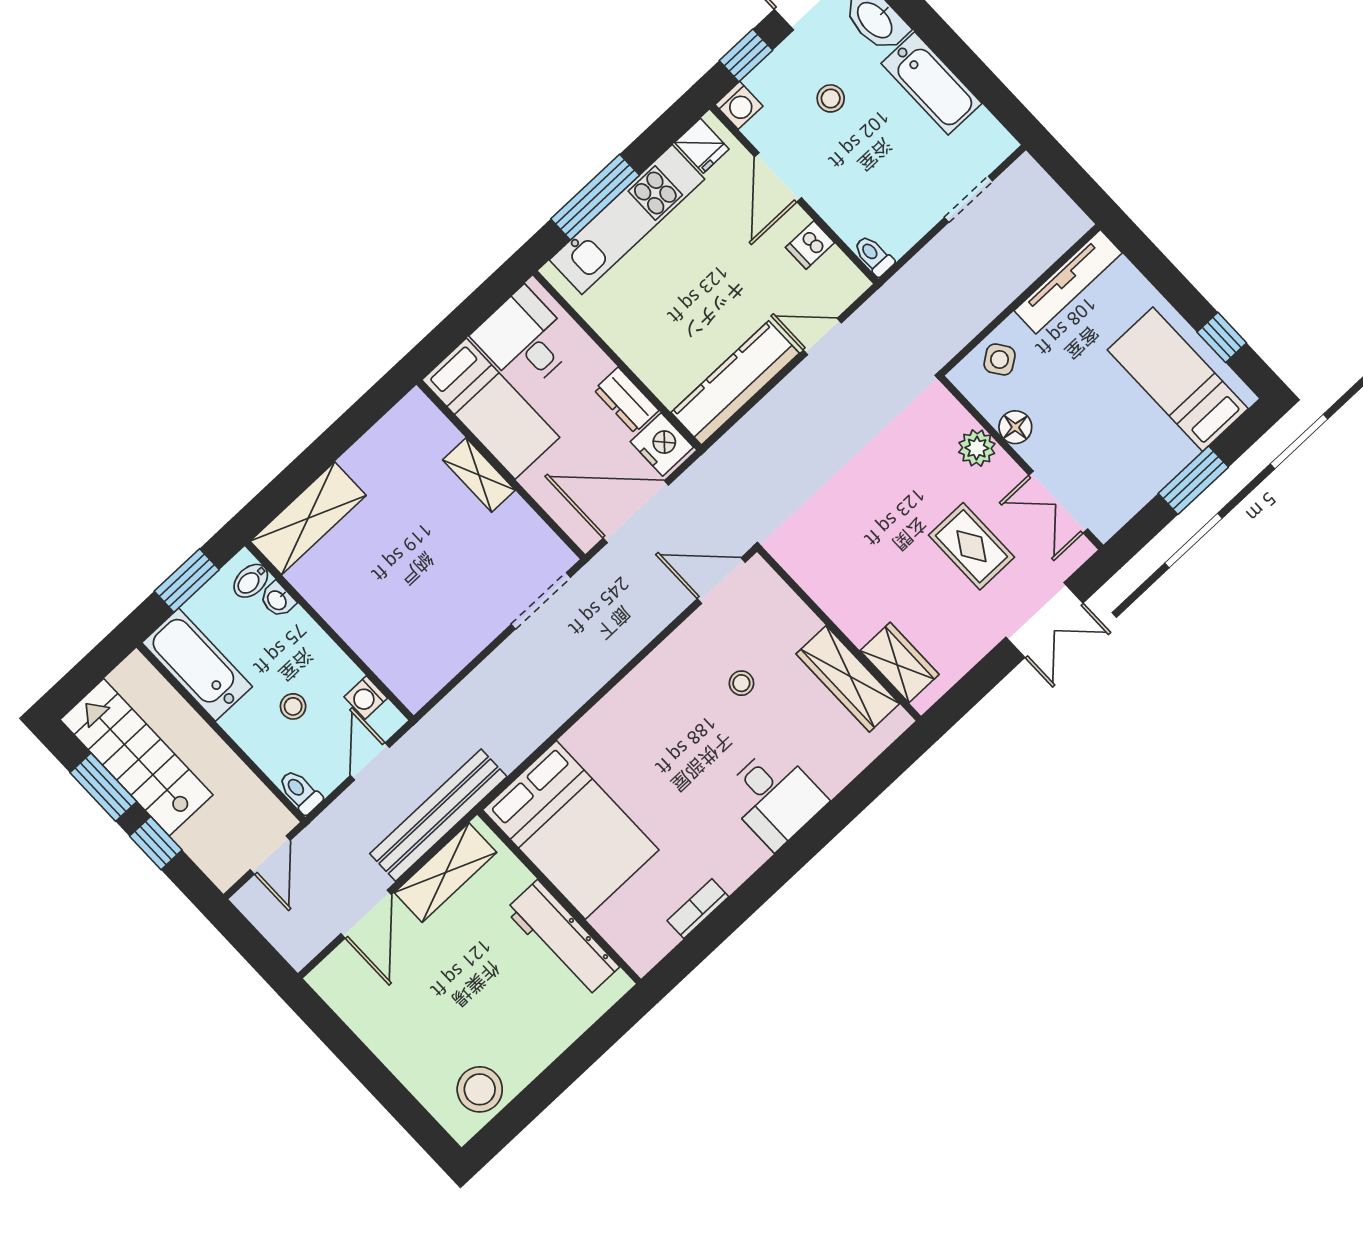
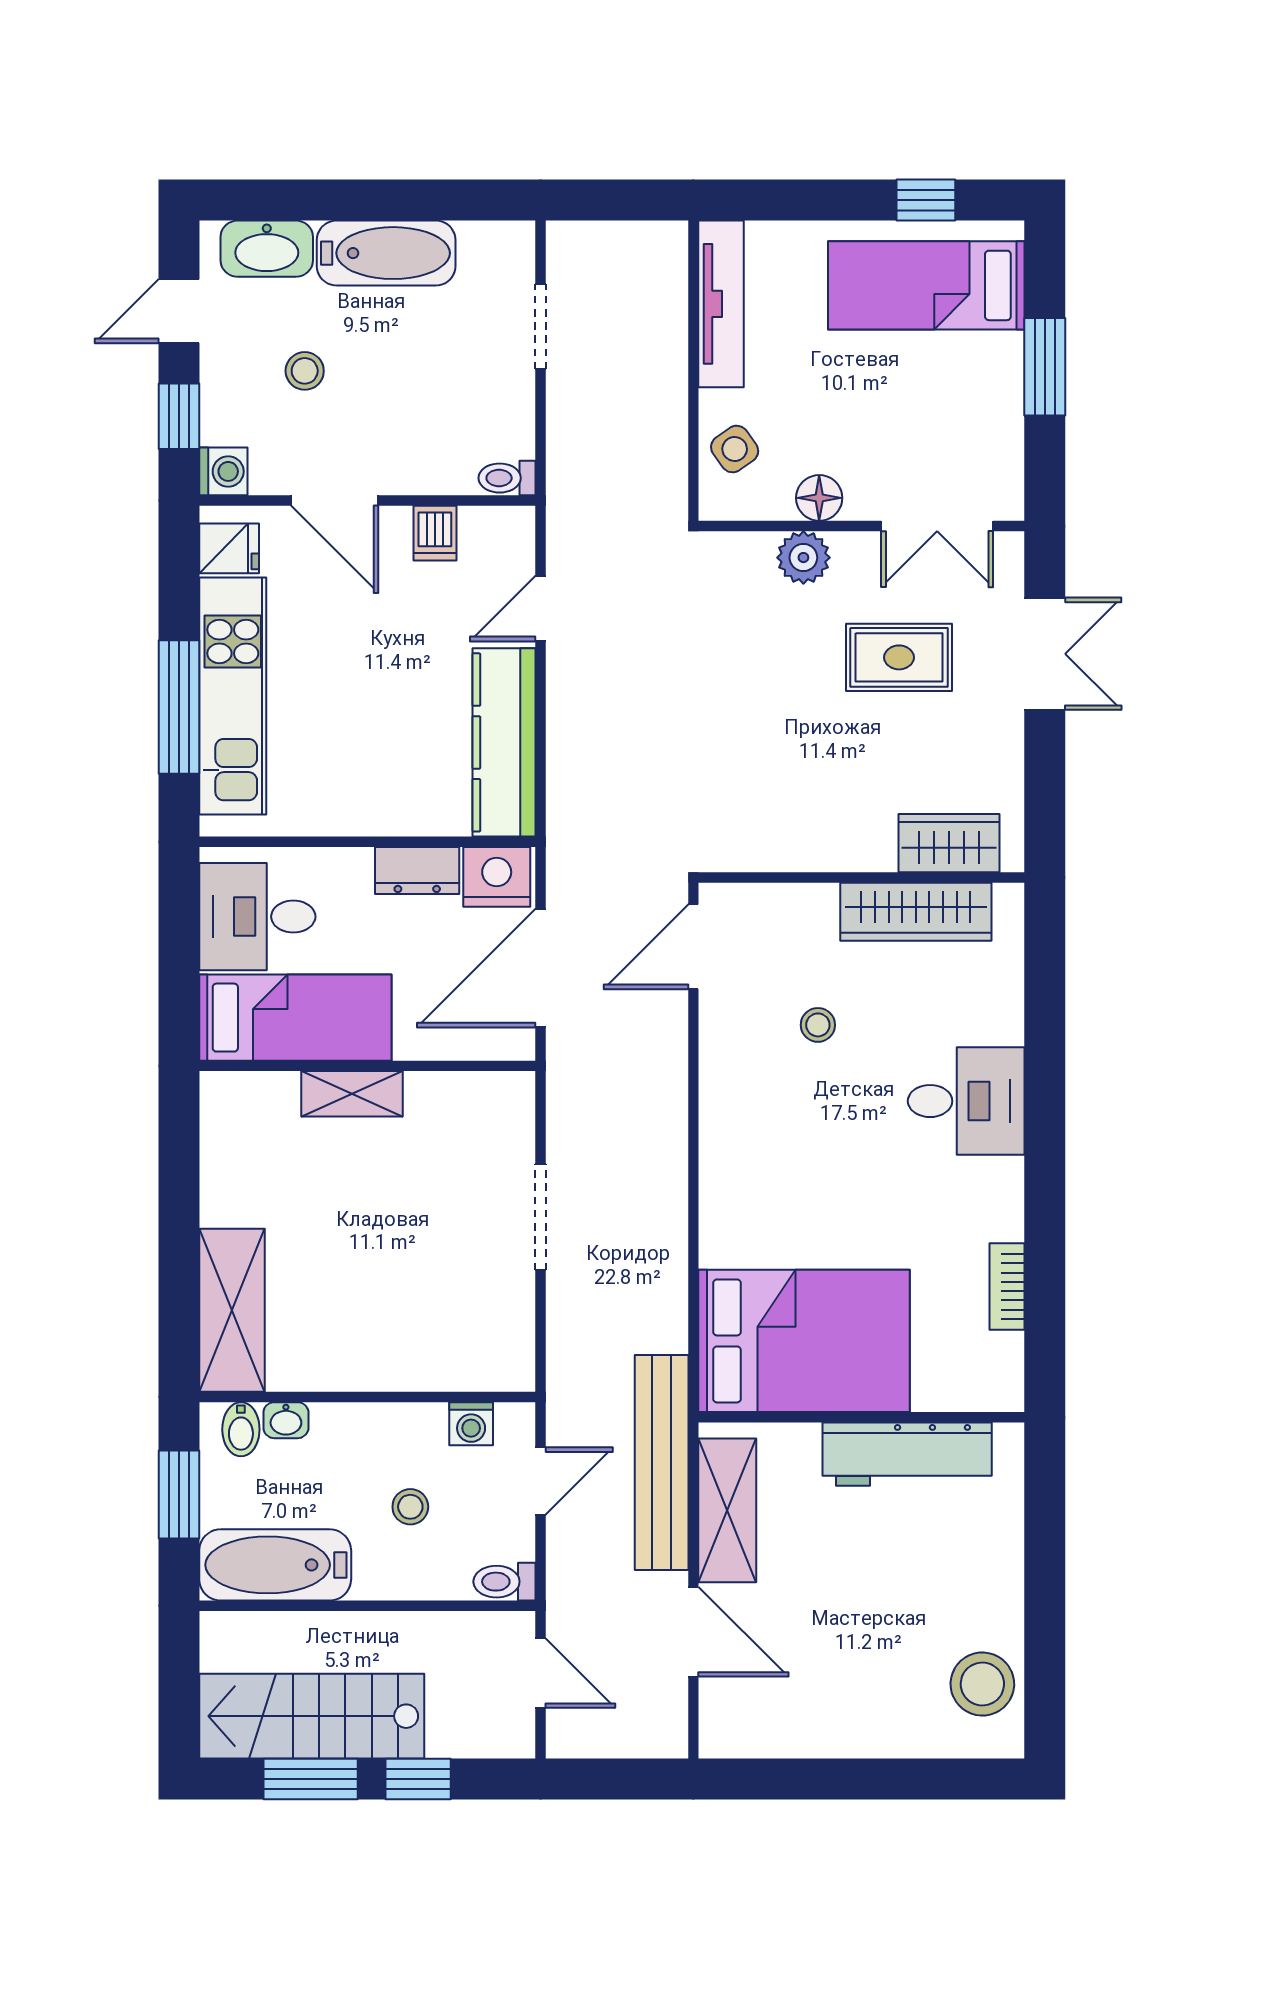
doorway: (541, 601) -> (541, 1217), moved
door: (370, 761) -> (541, 1481), swing flipped

